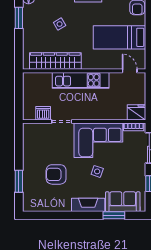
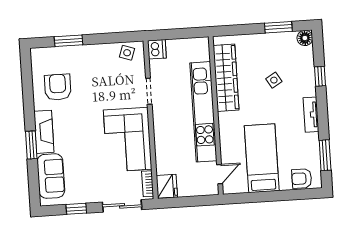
kitchen unit: (81, 80) -> (203, 112), width x1.36
dishwasher: (43, 113) -> (157, 49), moved
side table: (97, 171) -> (127, 53), moved
armchair: (56, 174) -> (58, 87), moved
window: (114, 215) -> (31, 145), moved

